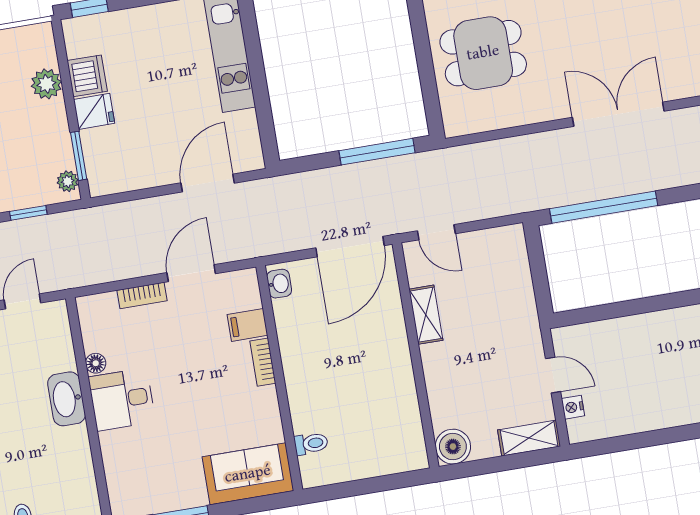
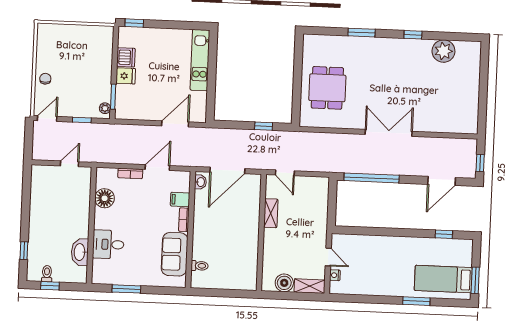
dining table: (483, 53) -> (327, 88), turned 90
plant: (46, 84) -> (105, 57), removed
window: (377, 152) -> (264, 126), width x0.46
door: (350, 247) -> (227, 170), moved
floor lamp: (96, 363) -> (105, 198), width x1.89, depth x1.89
washbasin: (66, 399) -> (80, 252), moved
desk: (122, 399) -> (108, 244), moved
boiler: (453, 447) -> (284, 283), moved
sofa: (248, 474) -> (175, 254), moved, turned -90

